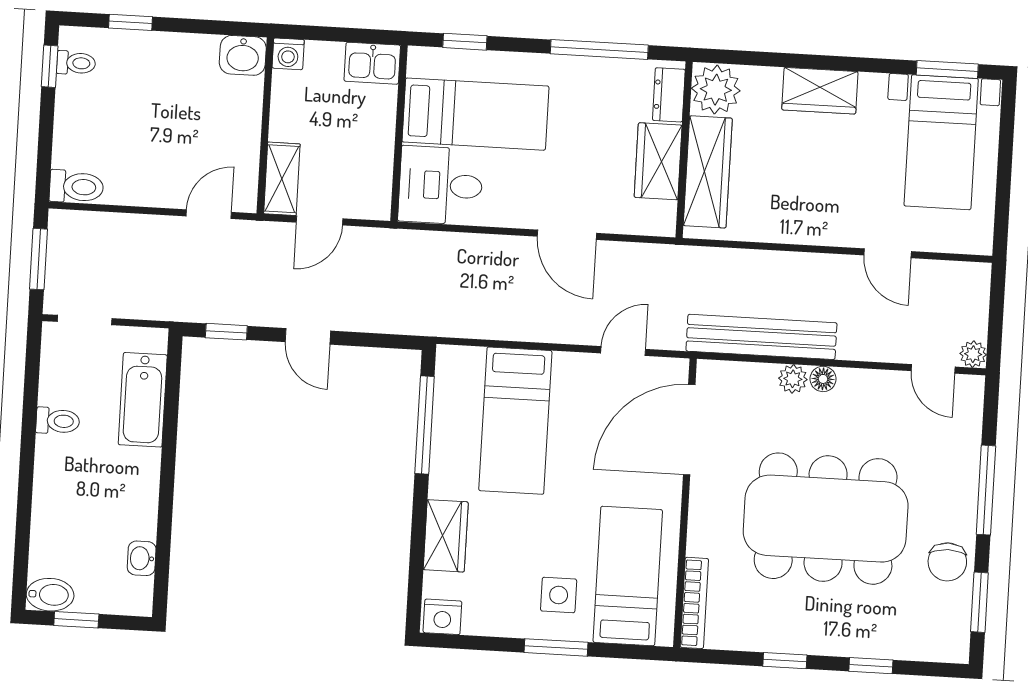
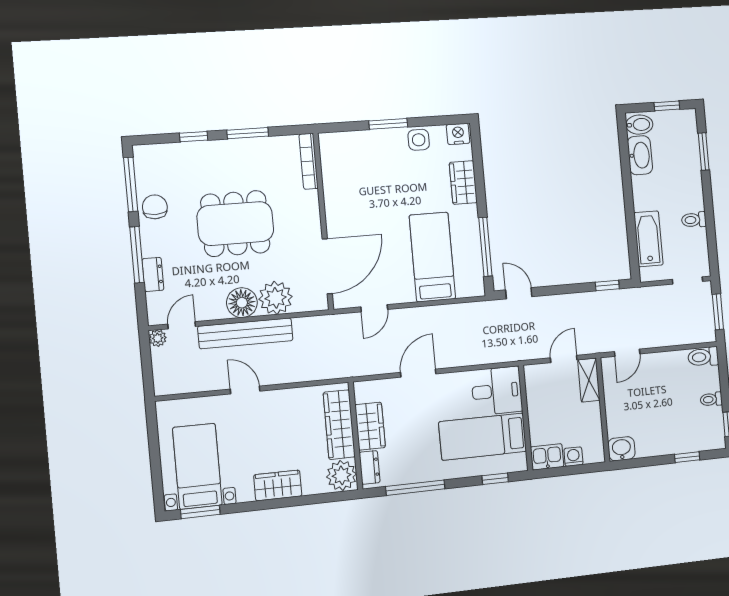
washing machine: (288, 54) -> (573, 457), moved
toilet: (76, 63) -> (711, 399), moved
door: (567, 235) -> (418, 373), hinge flipped
door: (888, 253) -> (245, 390), moved
door: (308, 336) -> (519, 293), moved
bench: (761, 337) -> (245, 333), moved
door: (933, 369) -> (182, 325), hinge flipped
plant: (793, 379) -> (276, 298), width x1.88, depth x1.88
floor lamp: (823, 379) -> (242, 303), width x1.89, depth x1.89
dresser: (966, 456) -> (153, 274), added
dining table: (826, 519) -> (235, 224), width x0.73, depth x0.80
window: (23, 534) -> (704, 152), added
washbasin: (142, 558) -> (640, 155), width x1.91, depth x1.45
bed: (628, 576) -> (351, 173), removed
bidet: (50, 595) -> (639, 125), moved, turned 180
side table: (559, 595) -> (419, 140), moved
window: (979, 602) -> (131, 184), width x1.44
window: (785, 661) -> (248, 133), width x1.50

